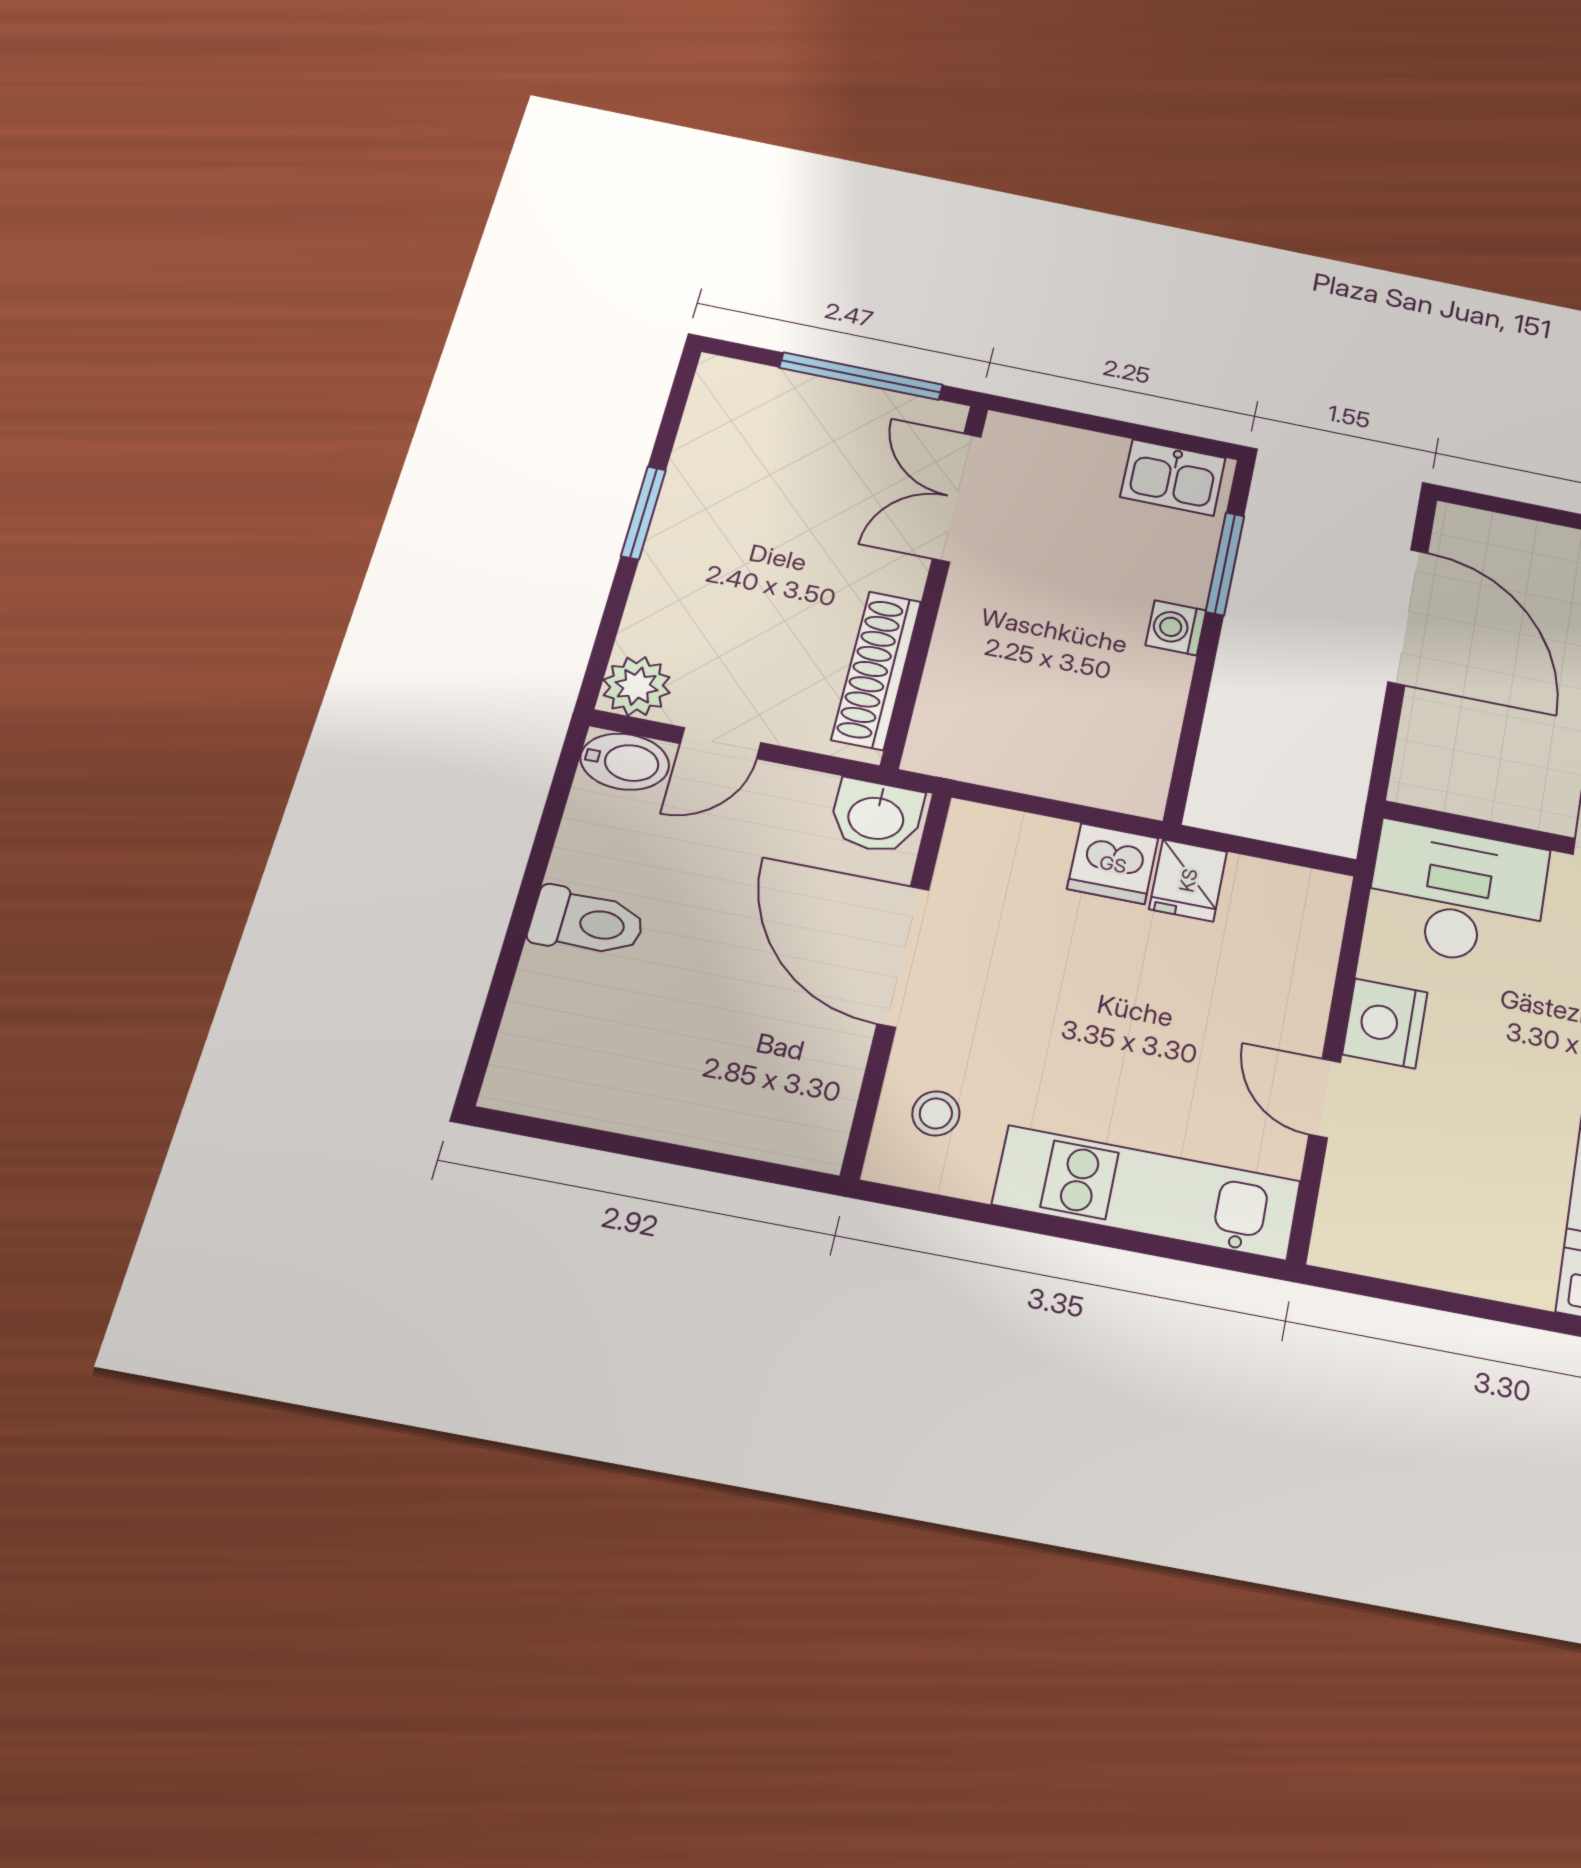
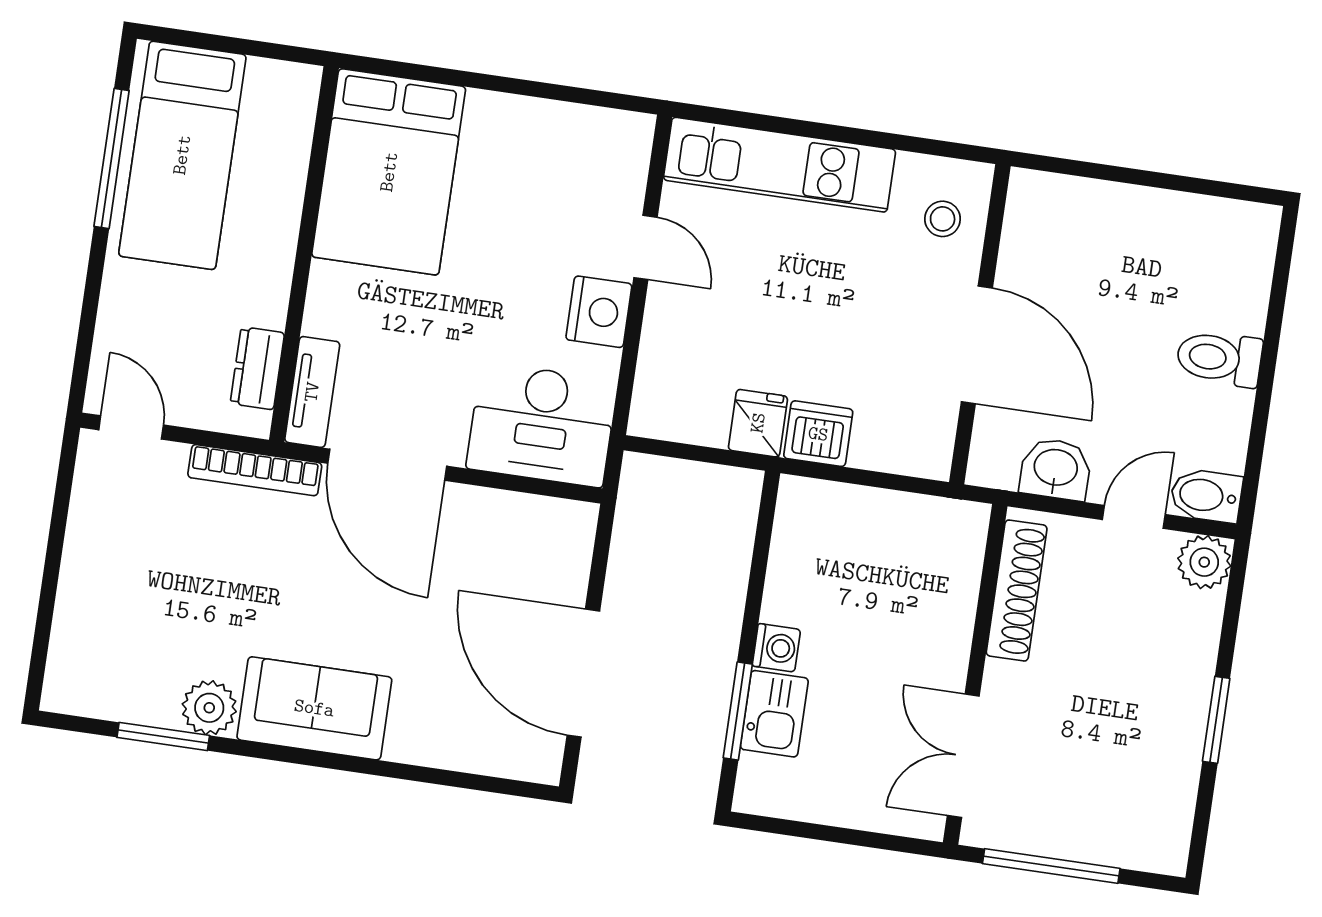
kitchen sink: (1173, 477) -> (774, 714), moved, turned 90
double door: (957, 497) -> (963, 756), swing flipped
washbasin: (876, 816) -> (1056, 469), moved

